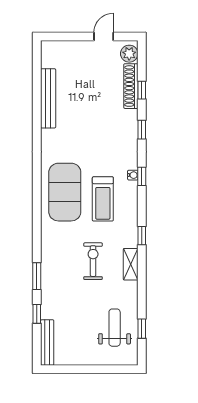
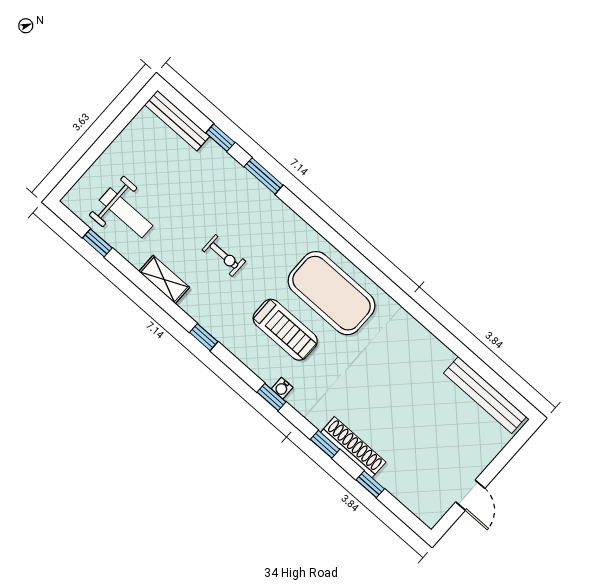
plant: (129, 54) -> (425, 507), removed
shoe rack: (131, 86) -> (353, 447), moved
bench: (48, 98) -> (485, 395), moved
treadmill: (103, 199) -> (285, 330), turned 180
exercise bike: (93, 261) -> (224, 256), width x0.73, depth x0.72
shelving: (131, 264) -> (164, 279), moved

